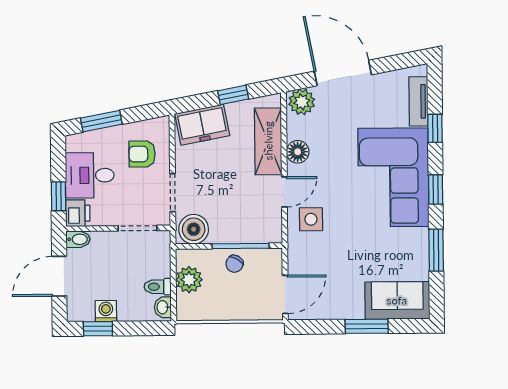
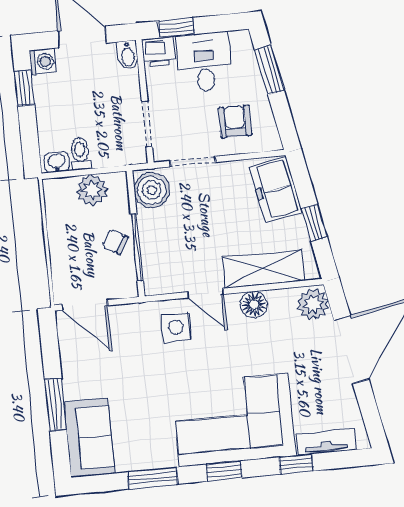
washing machine: (106, 311) -> (43, 62), moved

